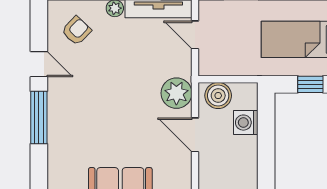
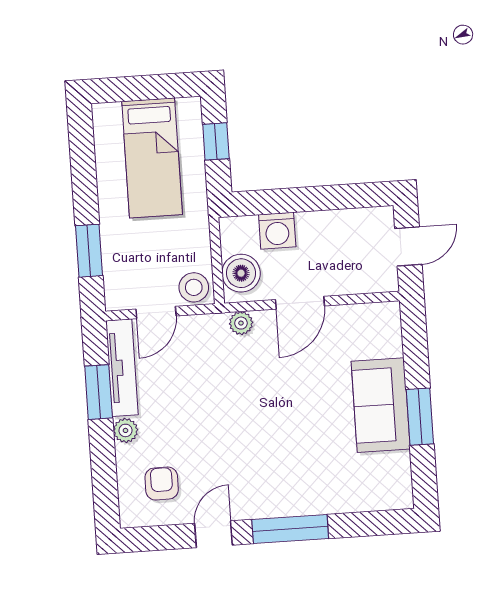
armchair: (76, 31) -> (162, 484), turned 46
stool: (211, 62) -> (194, 287), added
plant: (176, 93) -> (241, 323), width x0.53, depth x0.53

